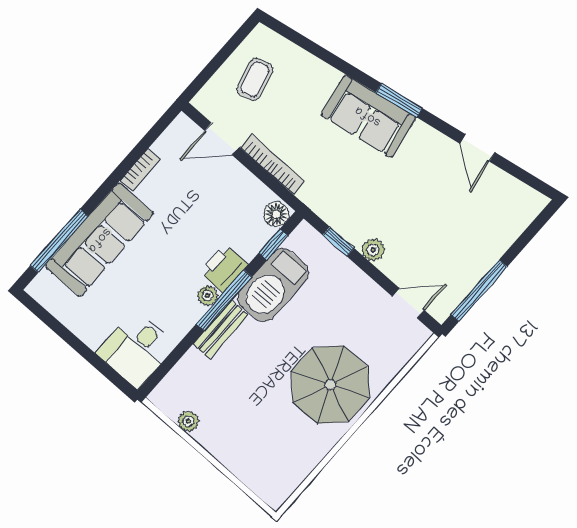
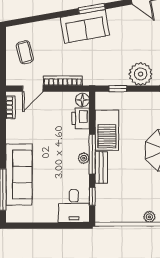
bookcase: (140, 170) -> (11, 107), moved
window: (273, 244) -> (92, 196), moved
plant: (373, 250) -> (141, 74), width x1.87, depth x1.87
printer: (224, 268) -> (81, 118), moved
plant: (188, 421) -> (149, 217), moved

